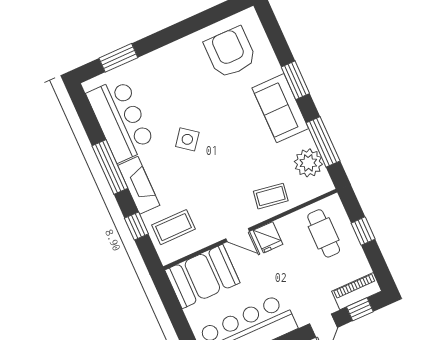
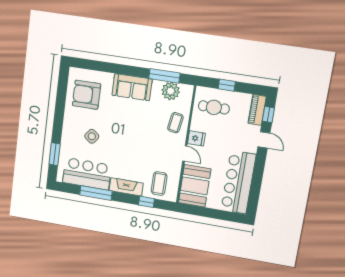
window: (295, 80) -> (122, 70), removed
side table: (187, 139) -> (92, 136), moved
window: (110, 167) -> (96, 193), moved
door: (238, 235) -> (185, 153), hinge flipped

